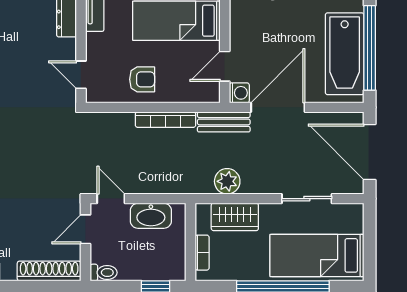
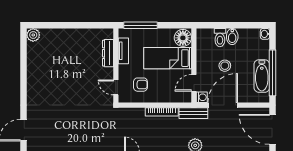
stool: (282, 35) -> (225, 66), added
bathtub: (345, 54) -> (262, 76), width x0.73, depth x0.73
armchair: (142, 79) -> (140, 85), moved

